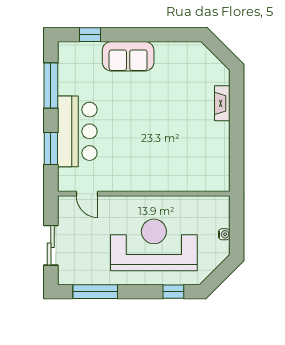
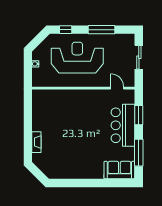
window: (90, 35) -> (115, 183), removed
sofa: (128, 56) -> (119, 170), moved
reception desk: (154, 245) -> (77, 58), turned 180
window: (95, 292) -> (101, 30), moved

